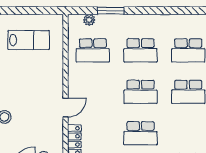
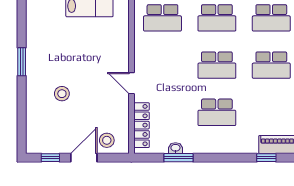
door: (65, 108) -> (131, 83), swing flipped

